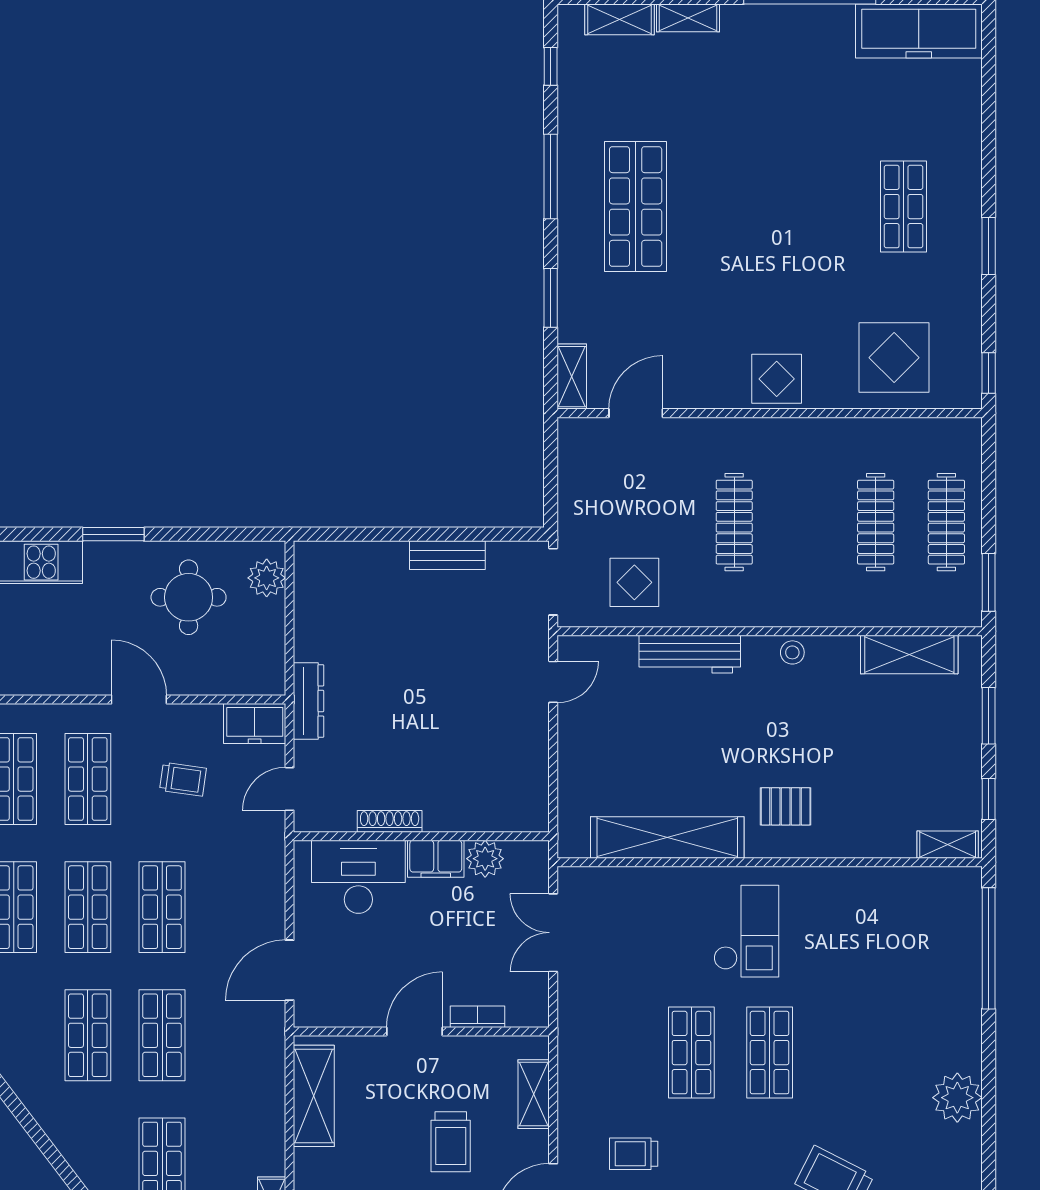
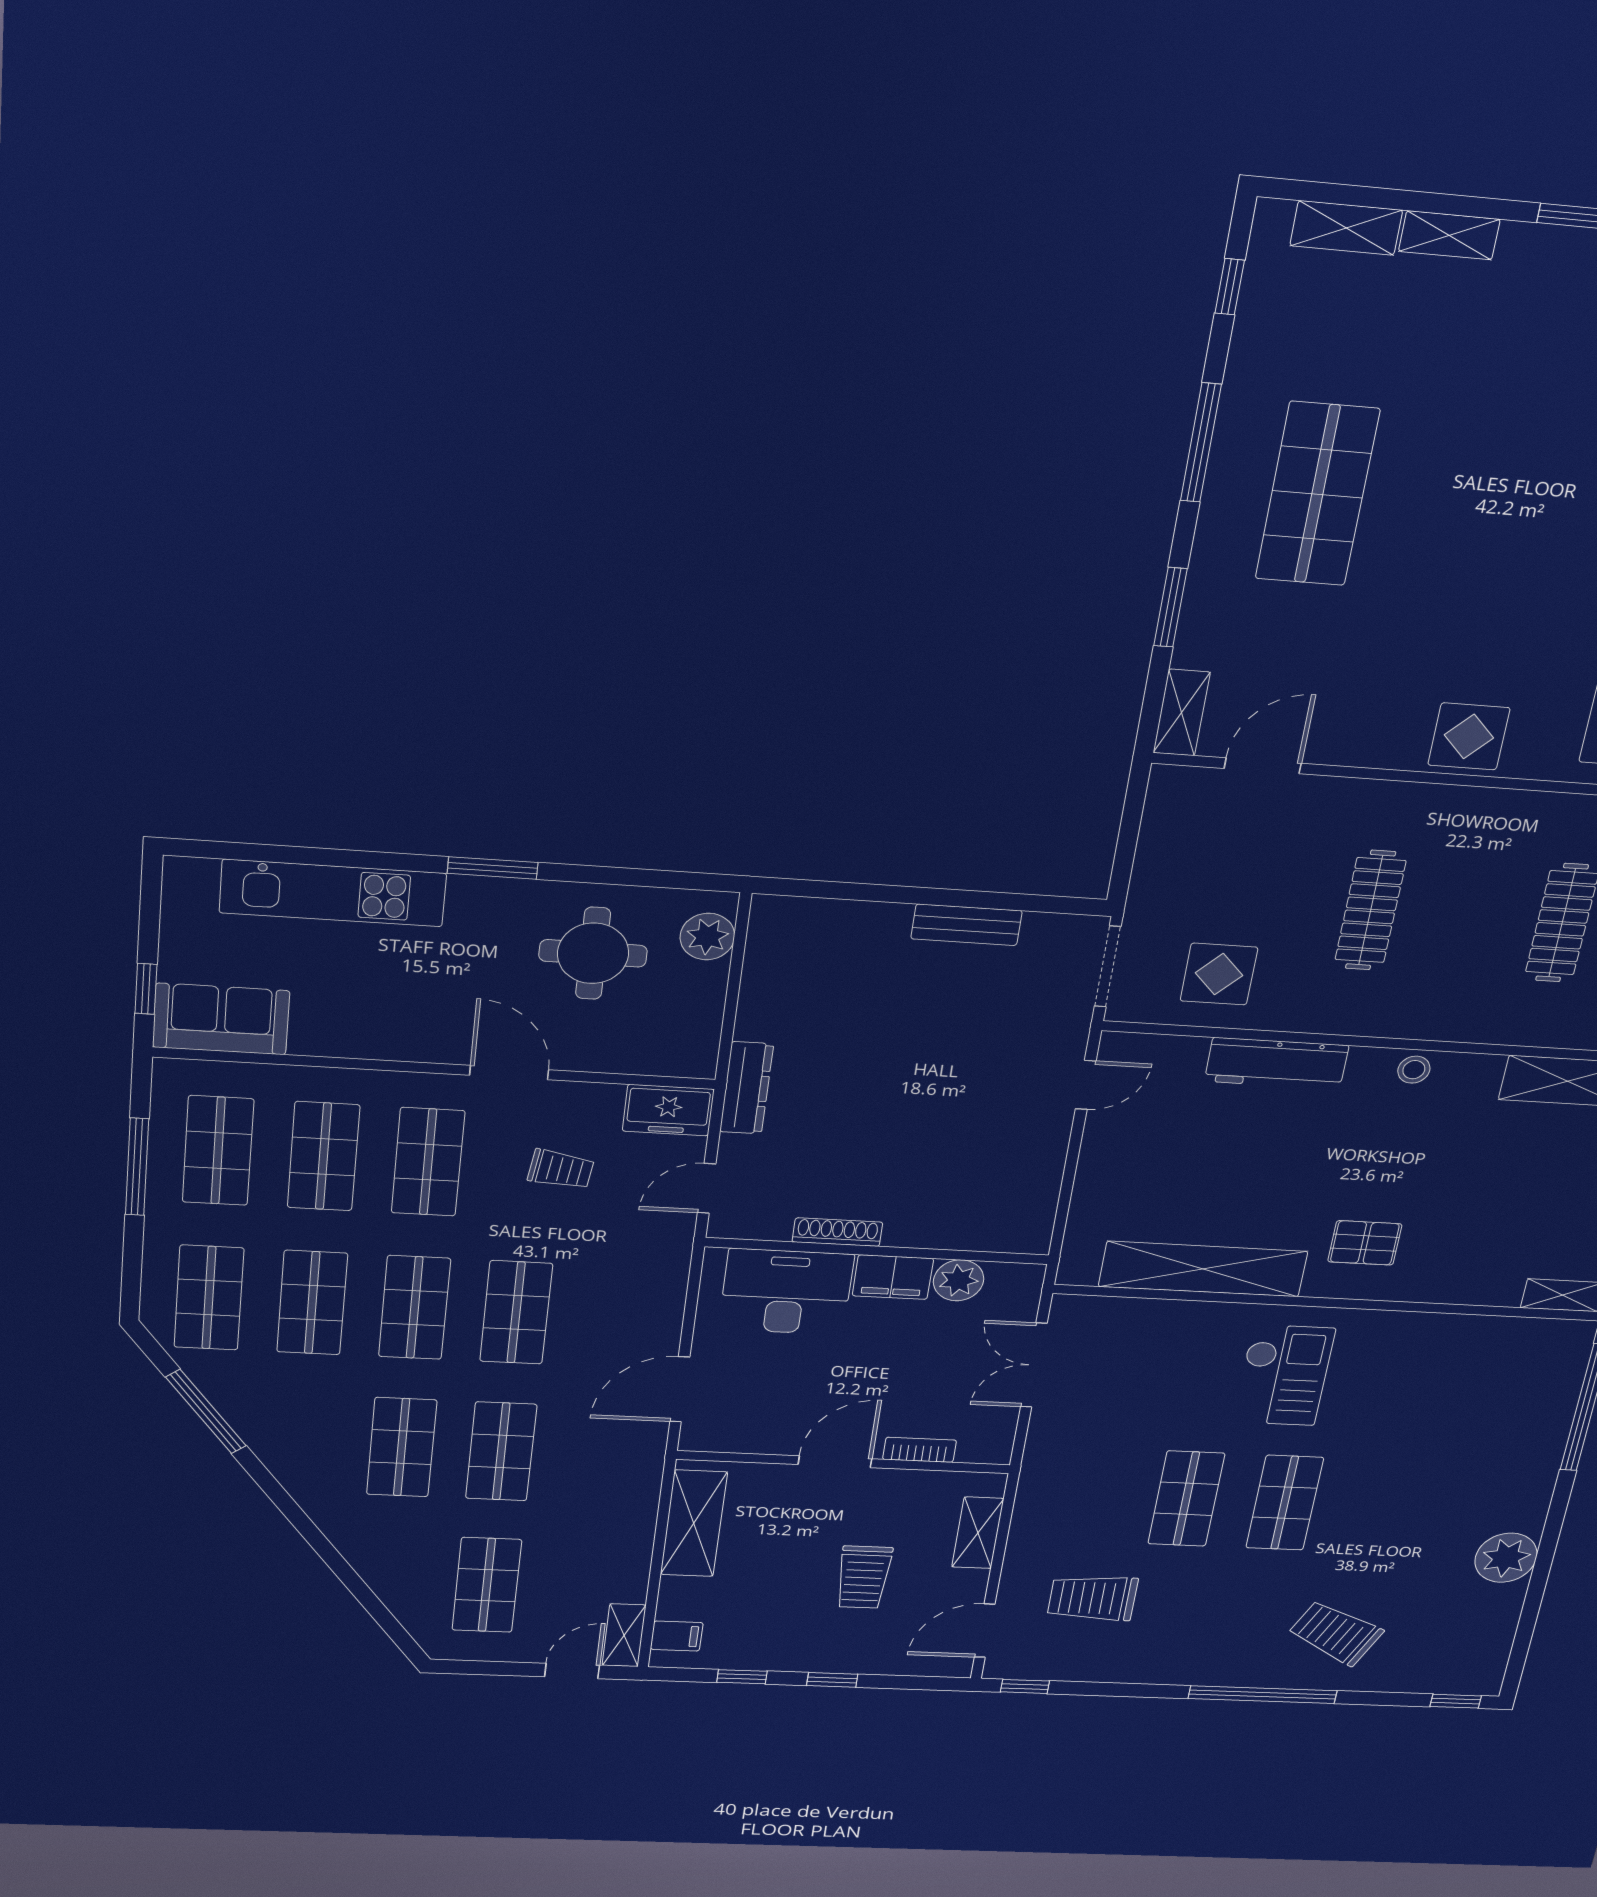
trolley: (634, 1154) -> (1093, 1598), width x1.36, depth x1.39

